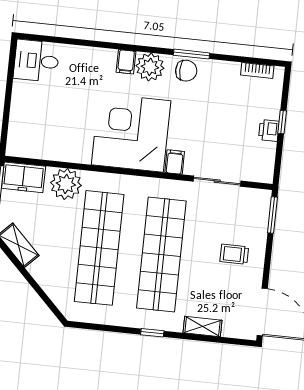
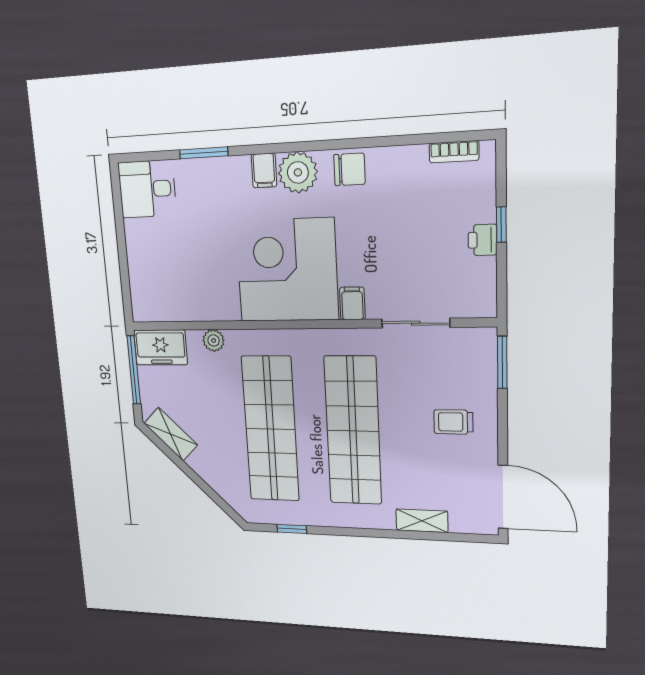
window: (192, 54) -> (204, 153), moved
plant: (66, 184) -> (214, 340), width x0.53, depth x0.53
window: (152, 333) -> (292, 529), moved

